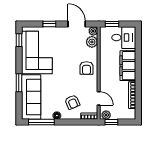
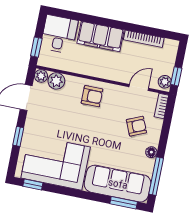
window: (19, 83) -> (124, 203), moved

